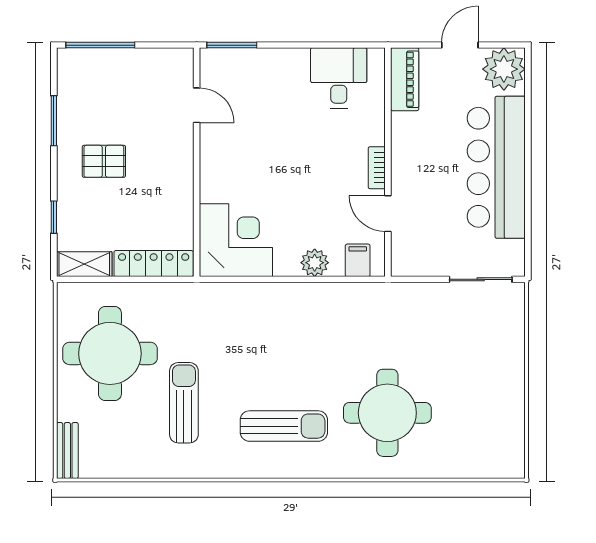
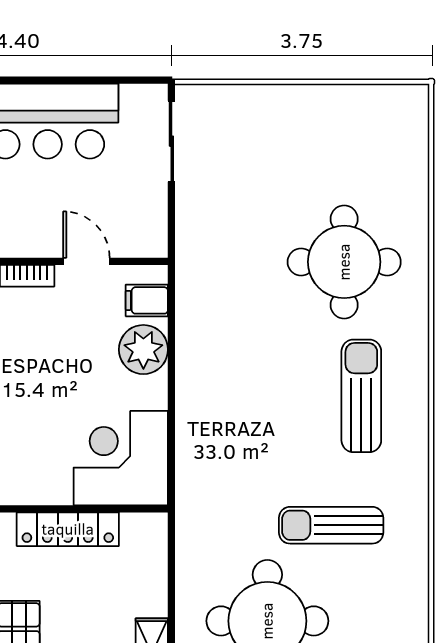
door: (388, 214) -> (86, 261), swing flipped
plant: (315, 263) -> (143, 350), width x1.36, depth x1.36
locker: (154, 264) -> (68, 529), moved, turned -90

